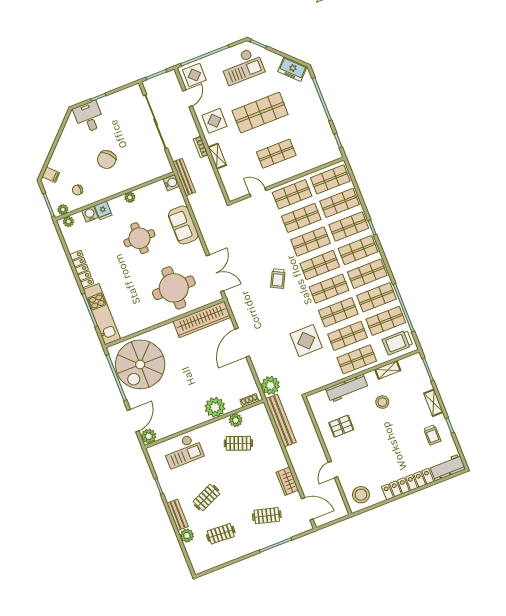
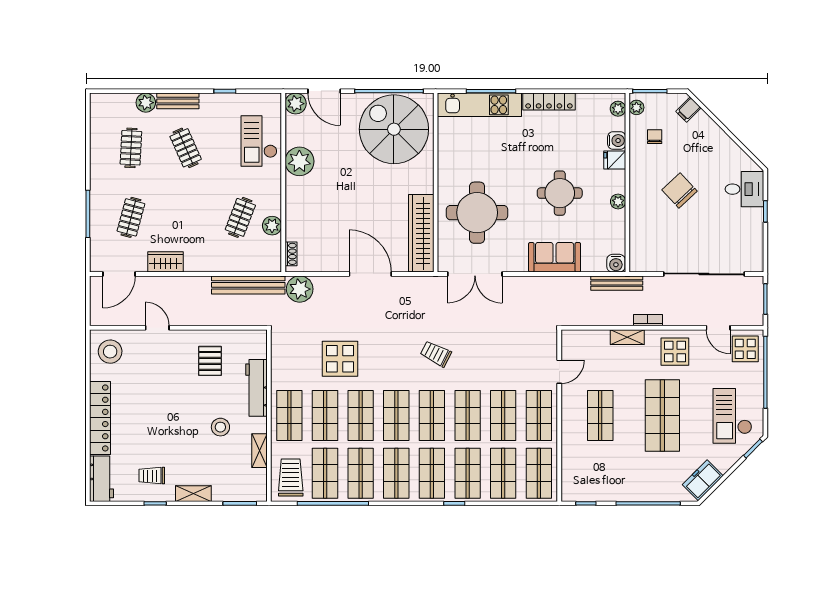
plant: (215, 407) -> (299, 161), moved

